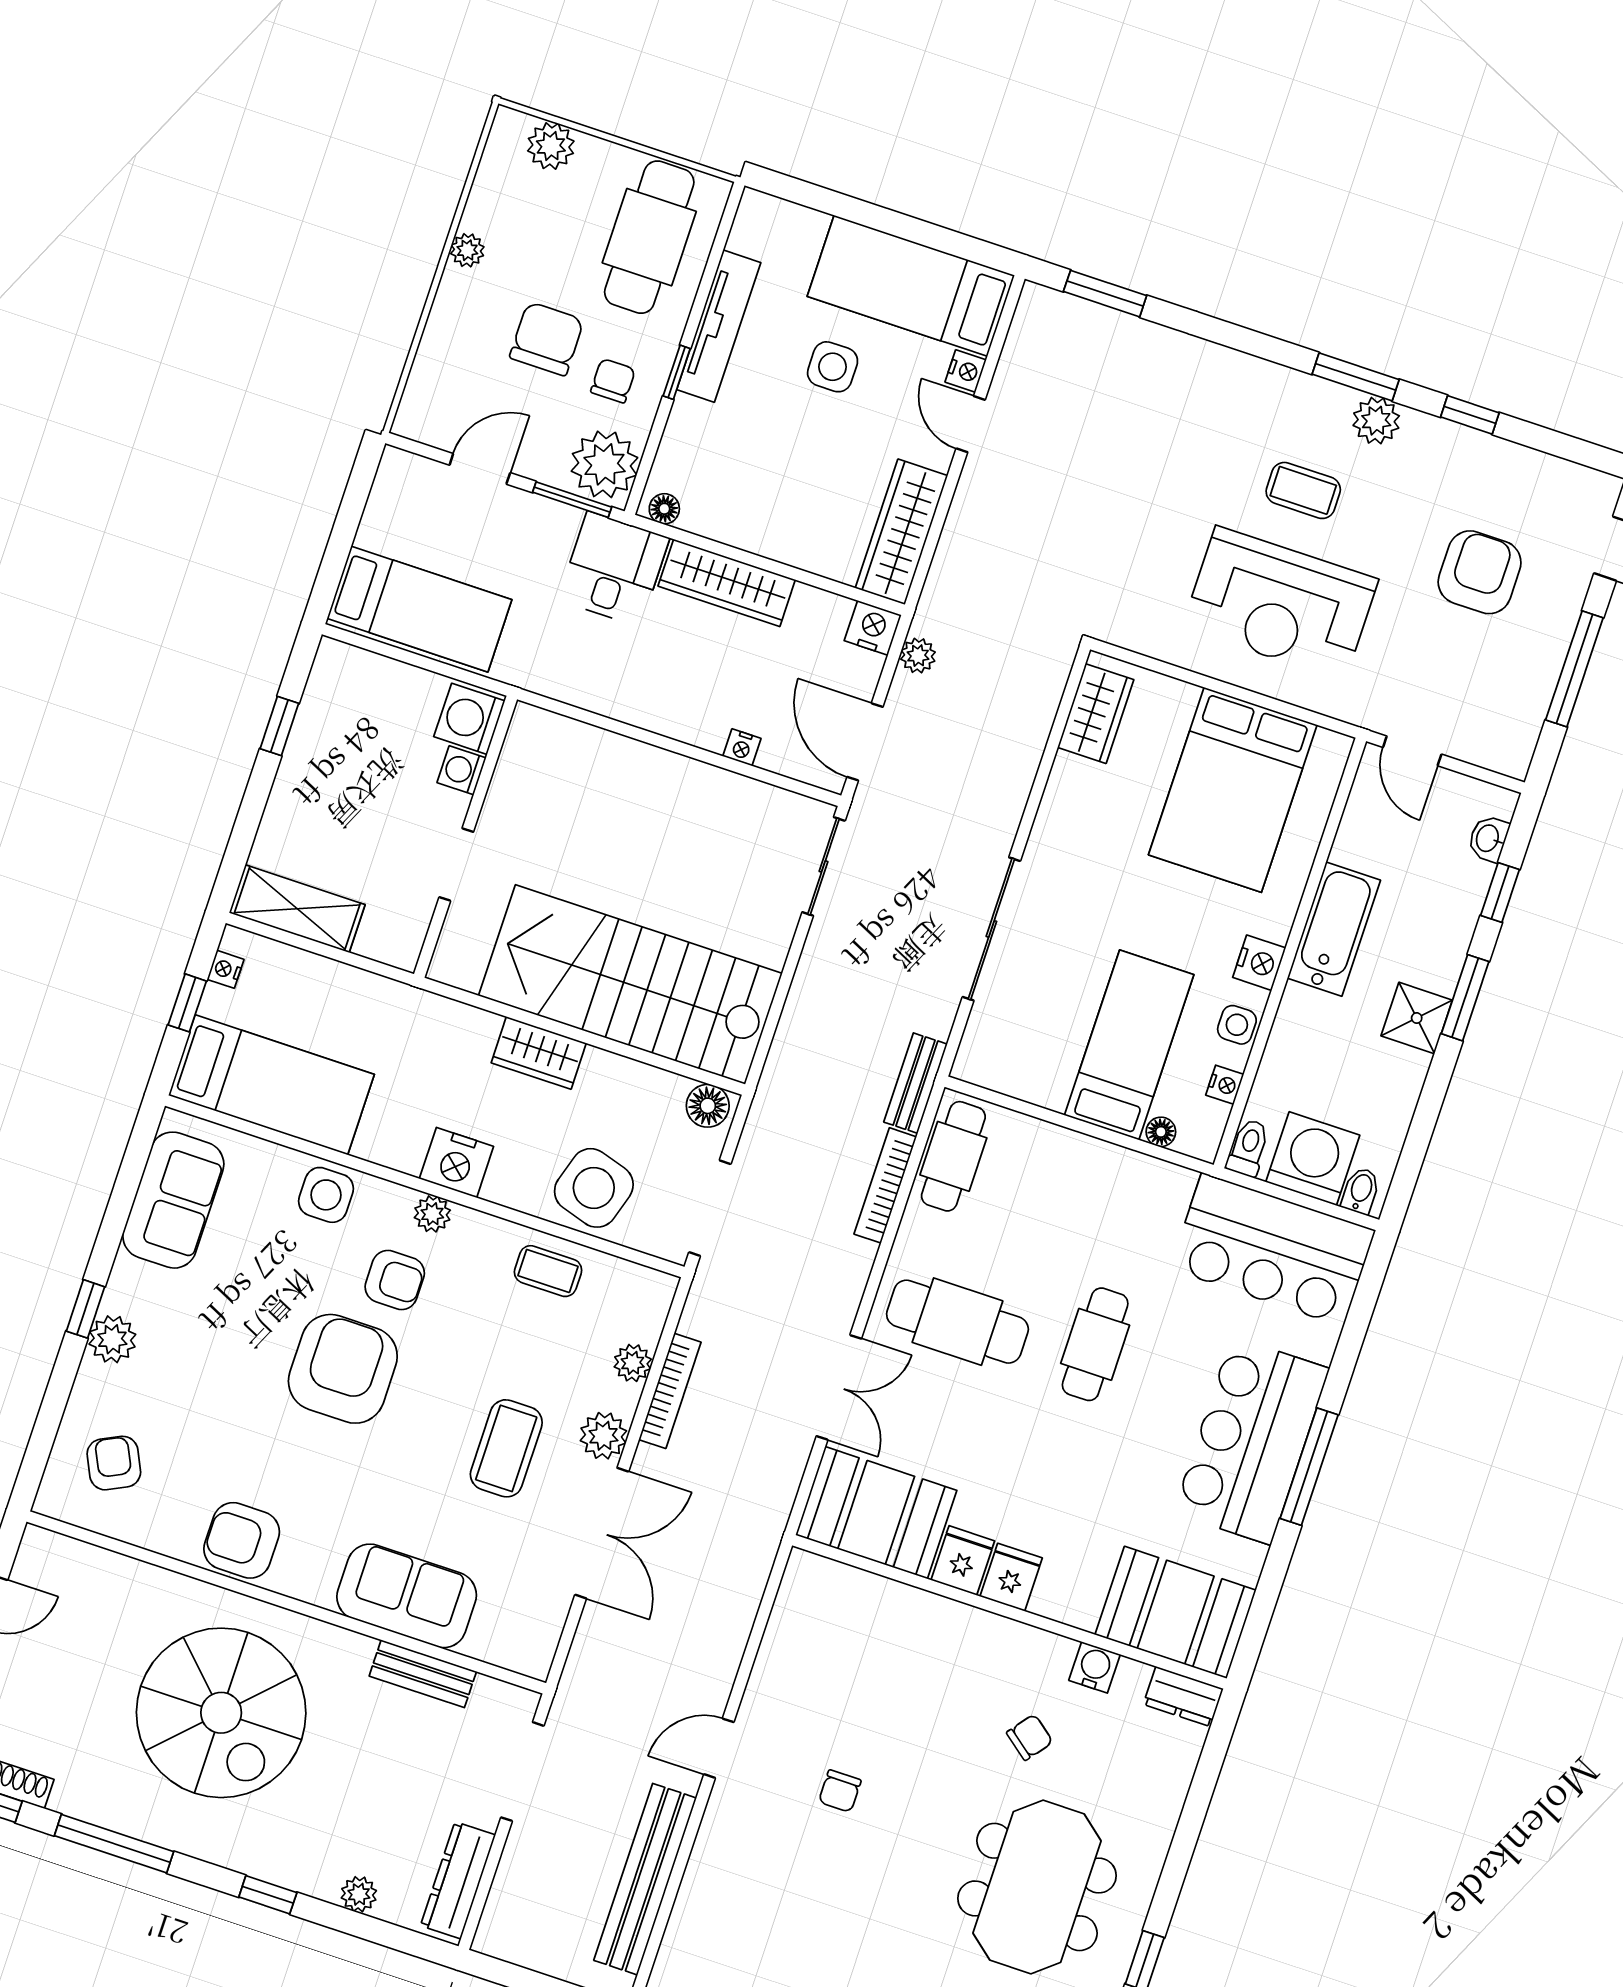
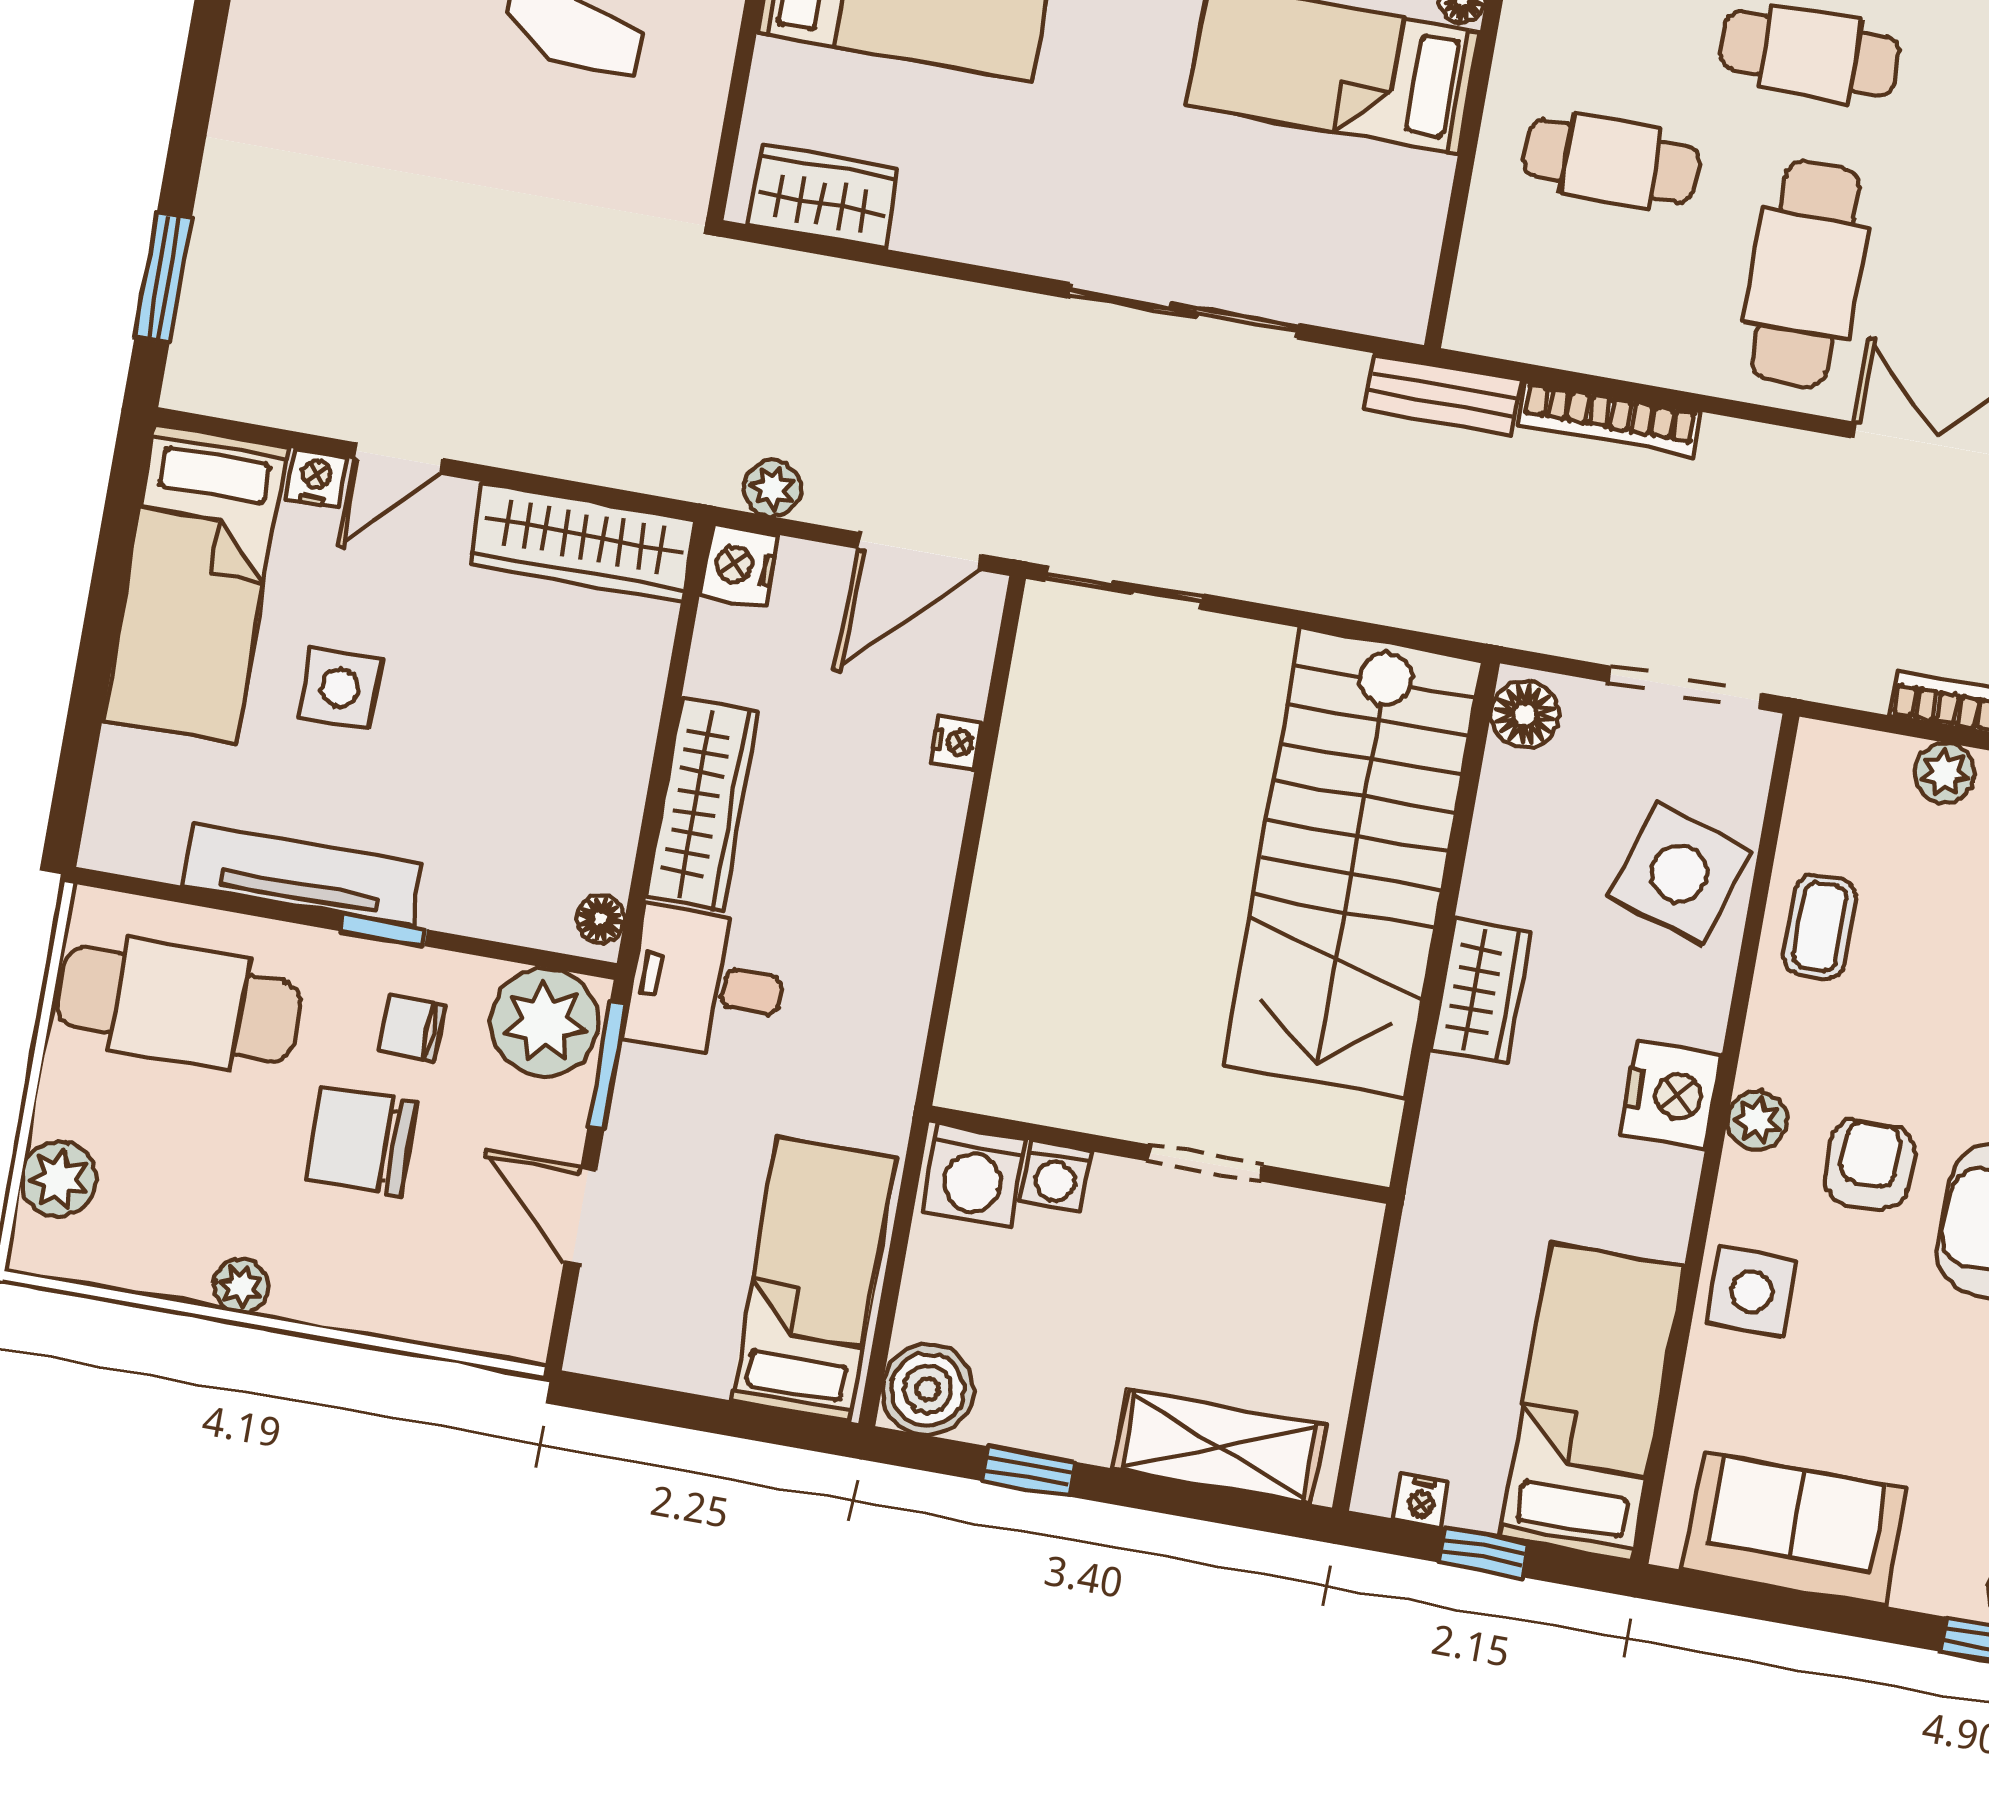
boiler: (340, 670) -> (928, 1389), added
shelving: (297, 909) -> (1219, 1447), moved, turned 90
cafe table: (953, 1156) -> (1611, 161), moved

